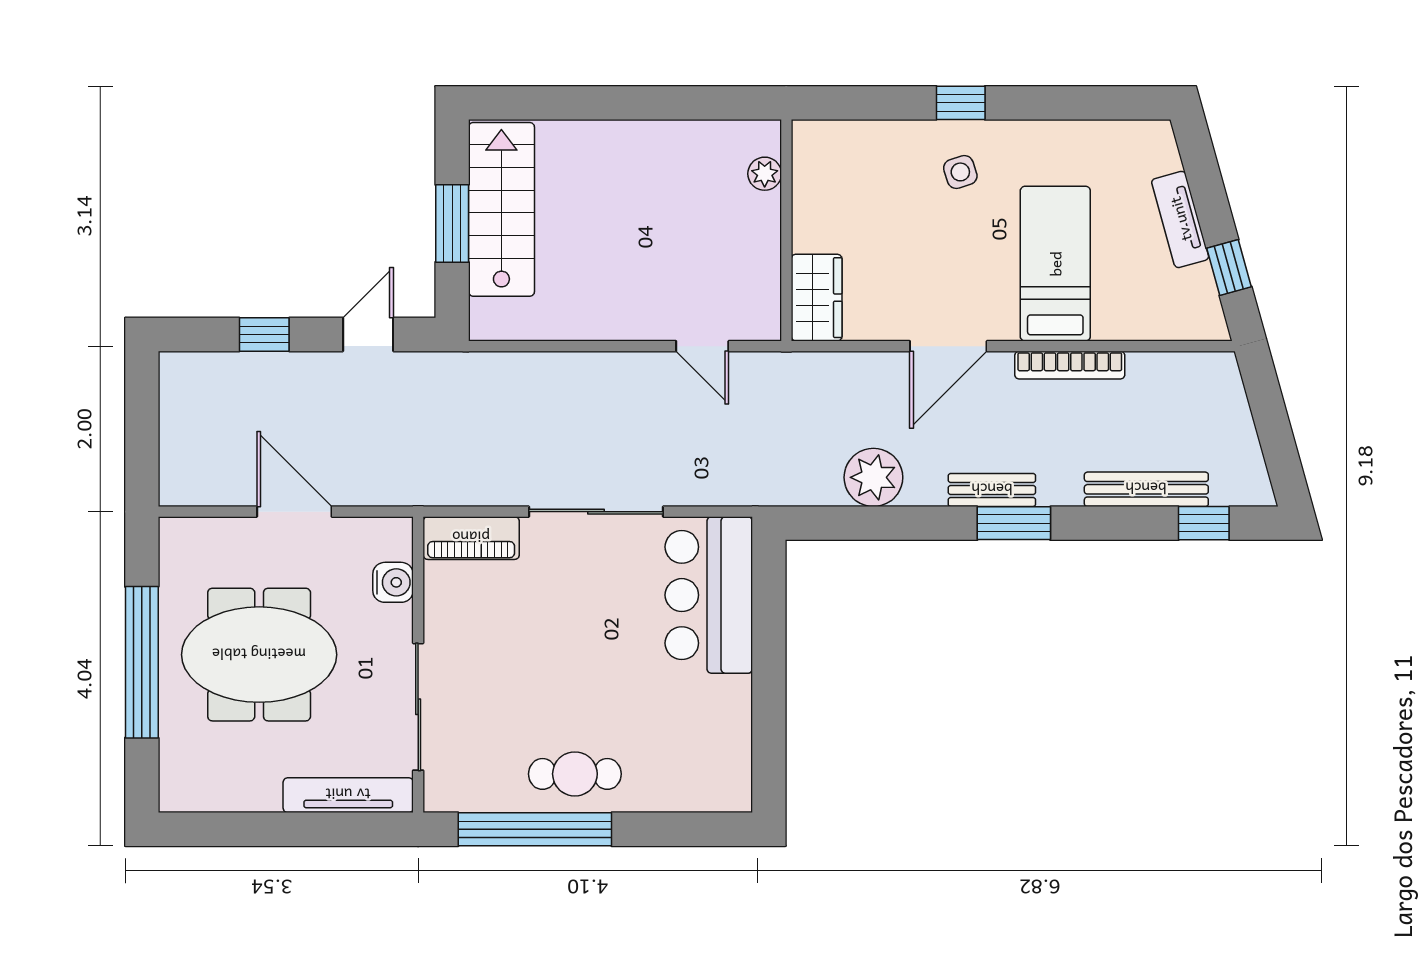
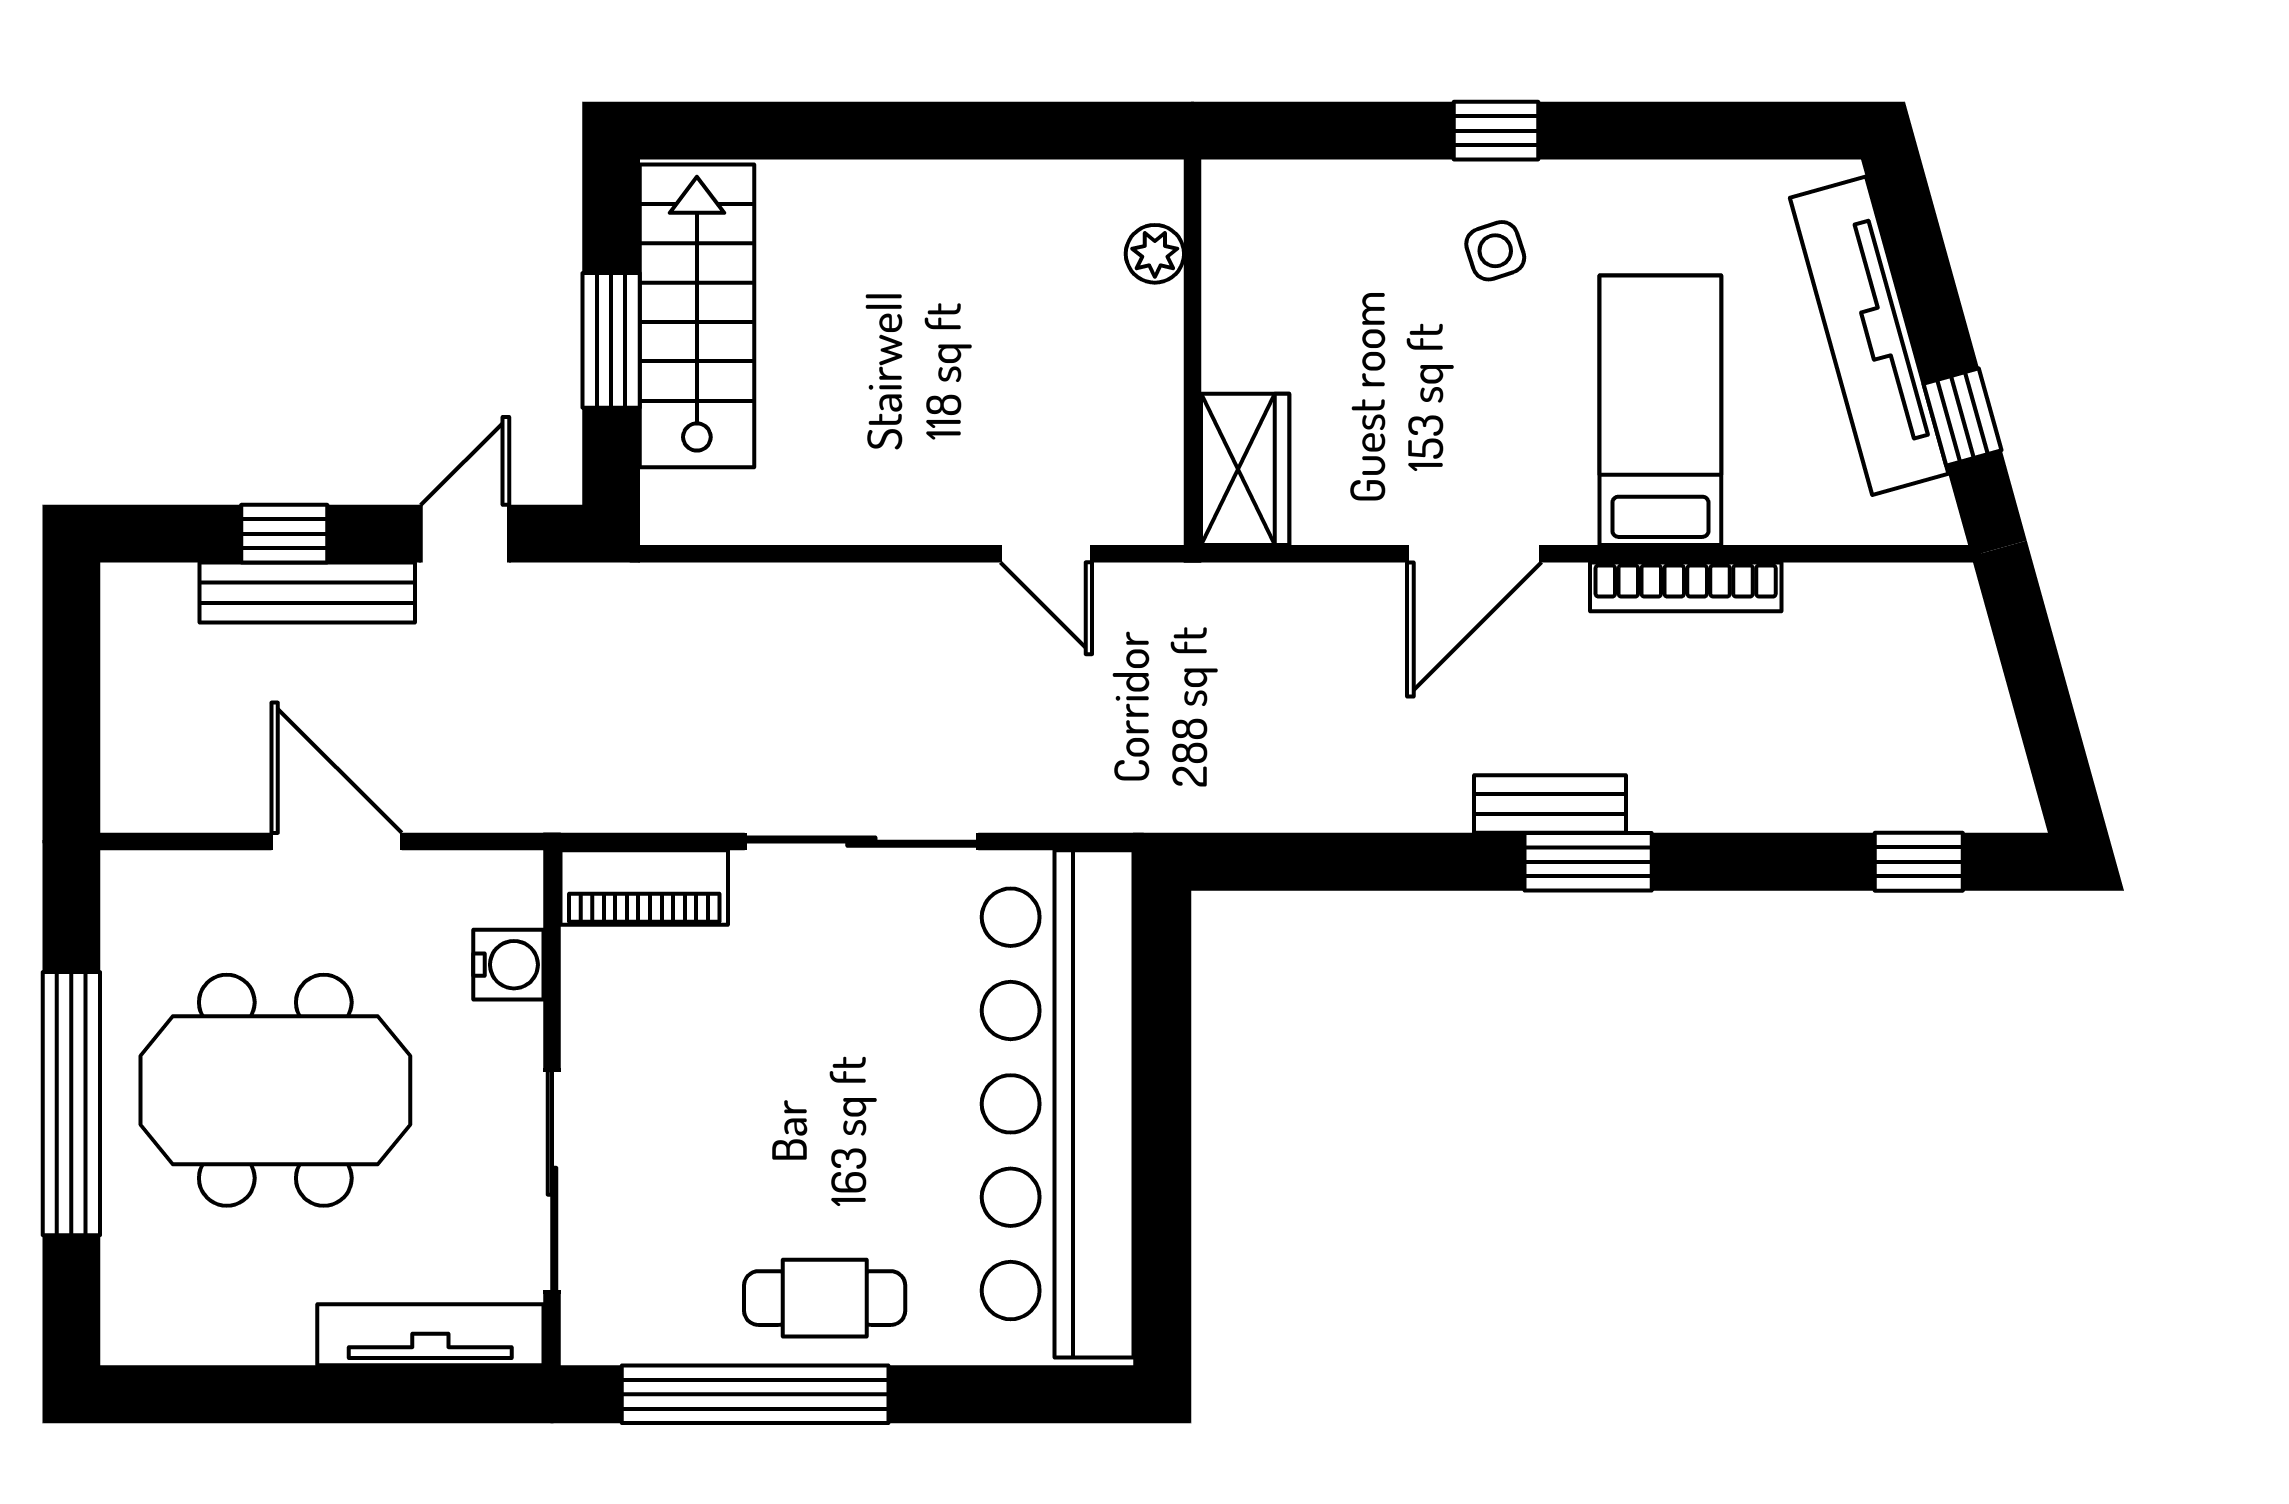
tv unit: (1180, 219) -> (1869, 336), width x1.92, depth x1.29
plant: (873, 477) -> (1344, 782), removed
bench: (1146, 489) -> (307, 593), moved
bar counter: (709, 595) -> (1058, 1104), width x1.86

